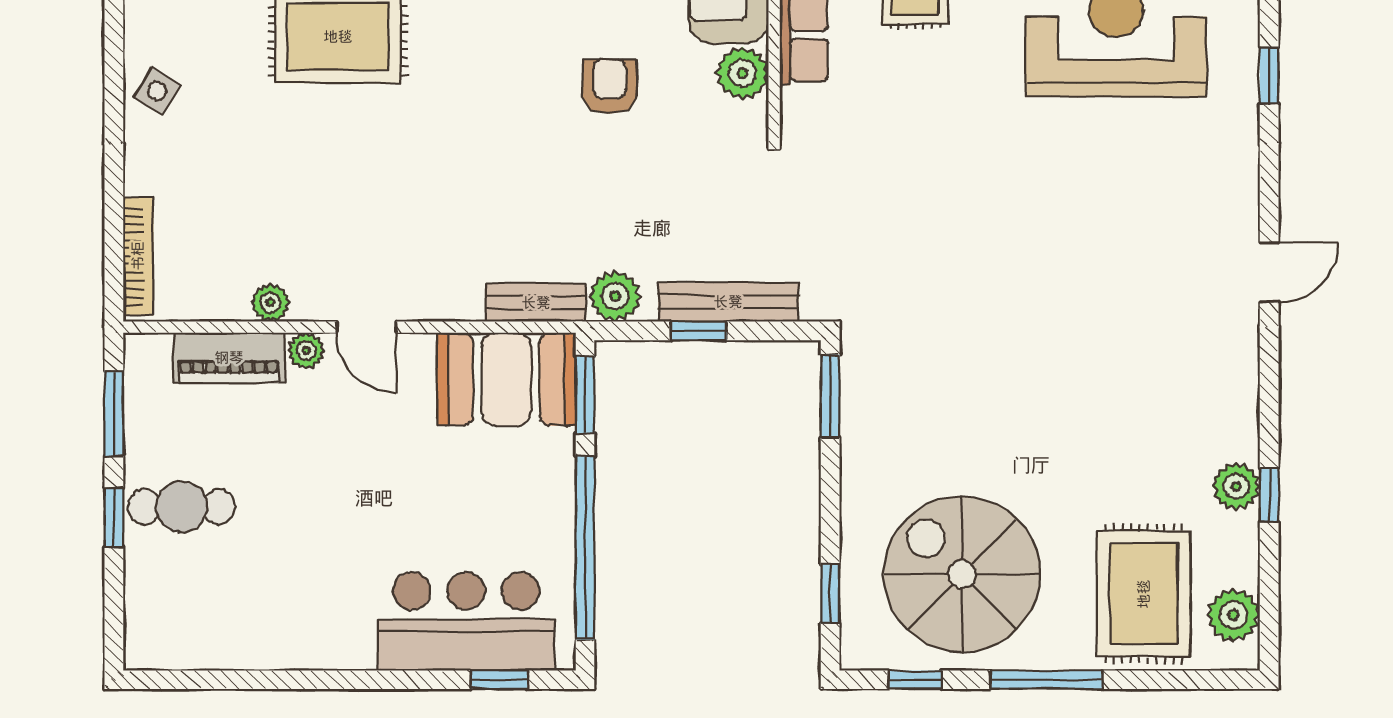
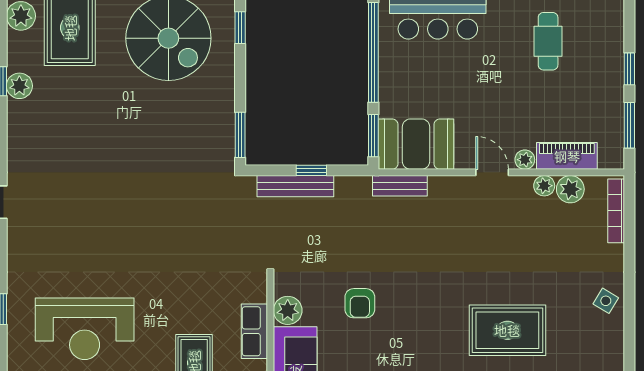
plant: (615, 296) -> (570, 189), moved
cafe table: (182, 507) -> (548, 41), moved, turned 90

